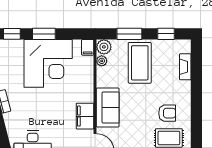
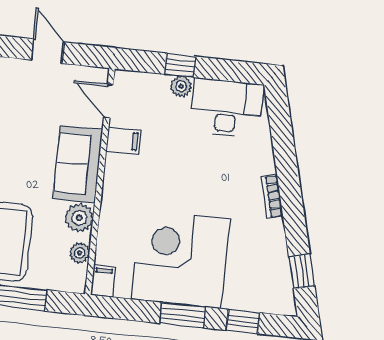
plant: (104, 47) -> (79, 218), moved
filing cabinet: (85, 116) -> (123, 140), width x0.50

